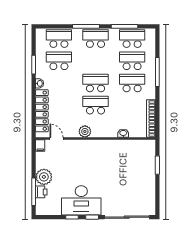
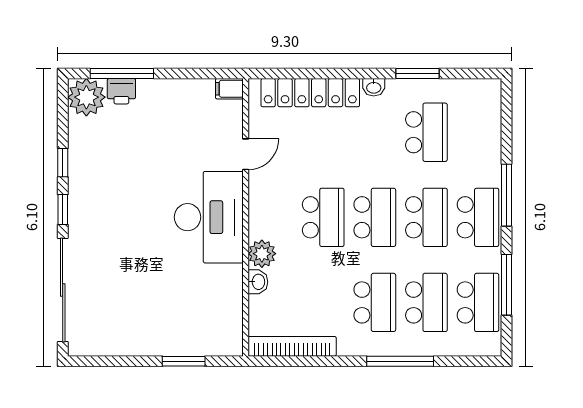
school desk: (59, 39) -> (426, 217), moved
plant: (85, 131) -> (262, 254), moved
door: (57, 139) -> (246, 154), moved
plant: (44, 177) -> (86, 97), moved
desk: (81, 200) -> (209, 217), moved, turned 180

